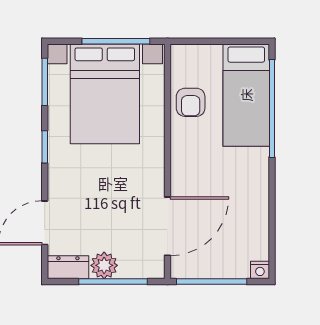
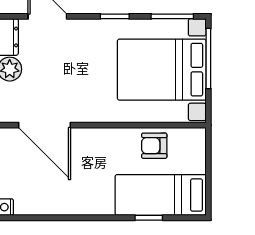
window: (116, 41) -> (208, 59), moved
window: (272, 109) -> (149, 218), width x0.32

